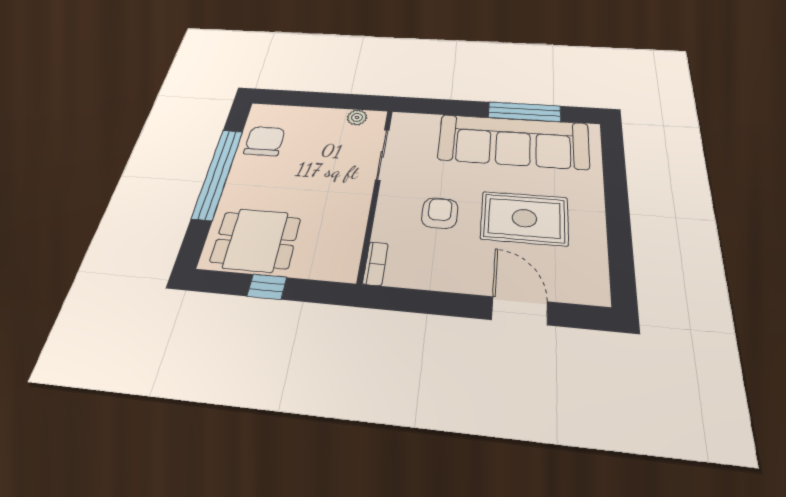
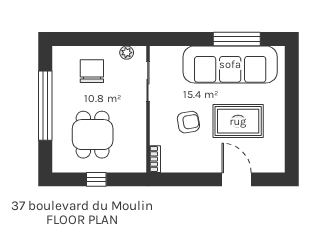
chair: (265, 141) -> (92, 71), moved
armchair: (440, 213) -> (188, 122), turned 80
dining table: (256, 240) -> (93, 135), moved, turned 90

